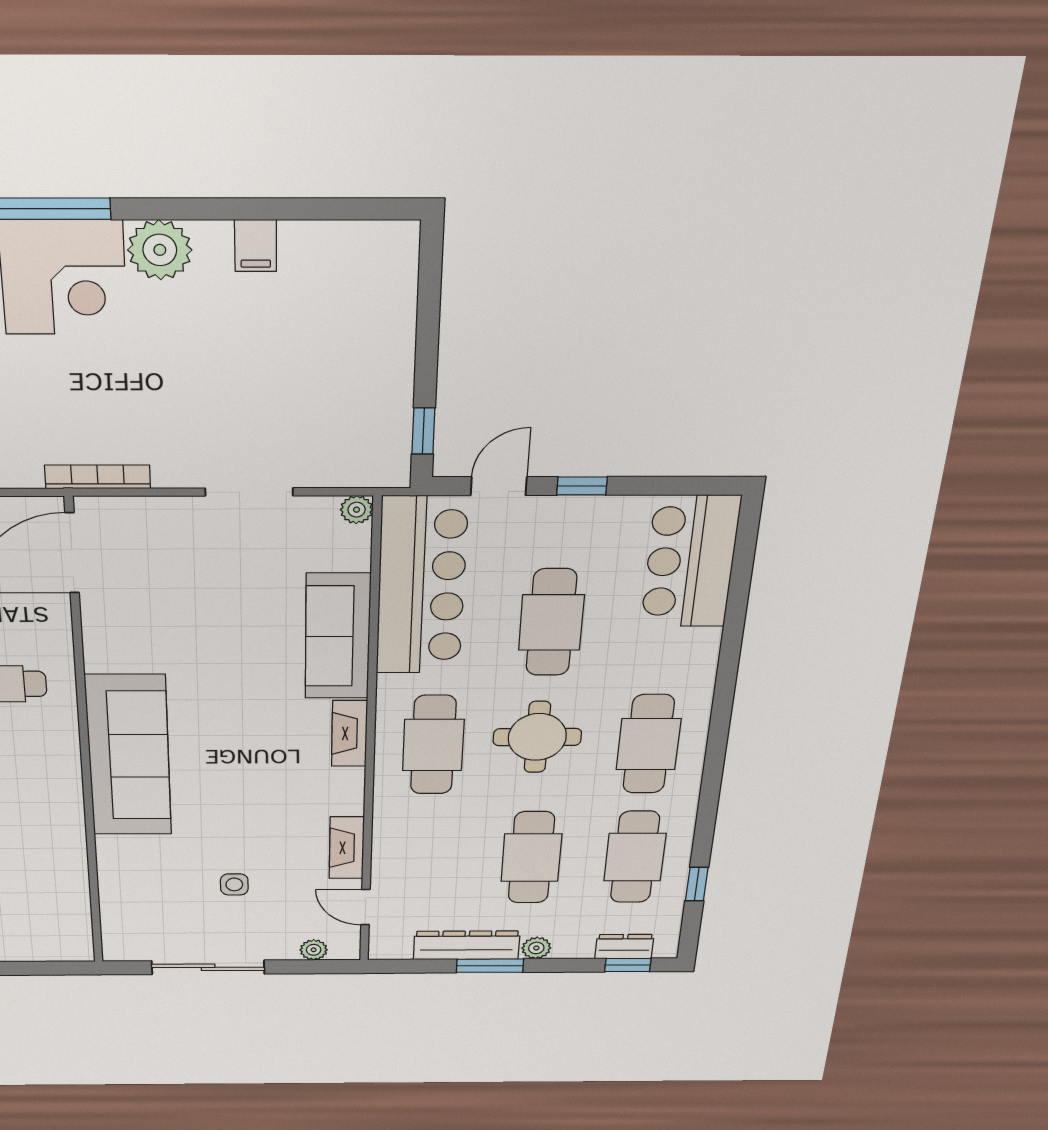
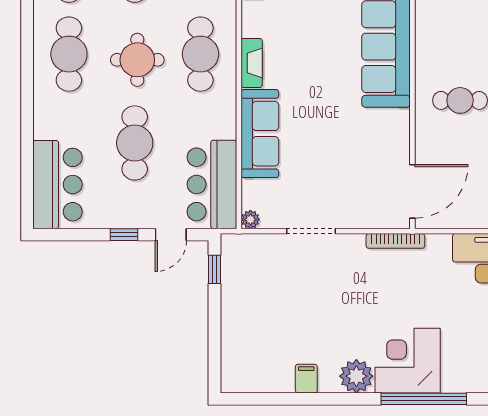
bar counter: (421, 586) -> (212, 184), width x0.73

